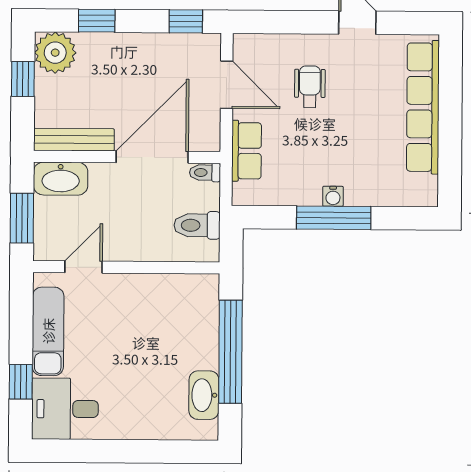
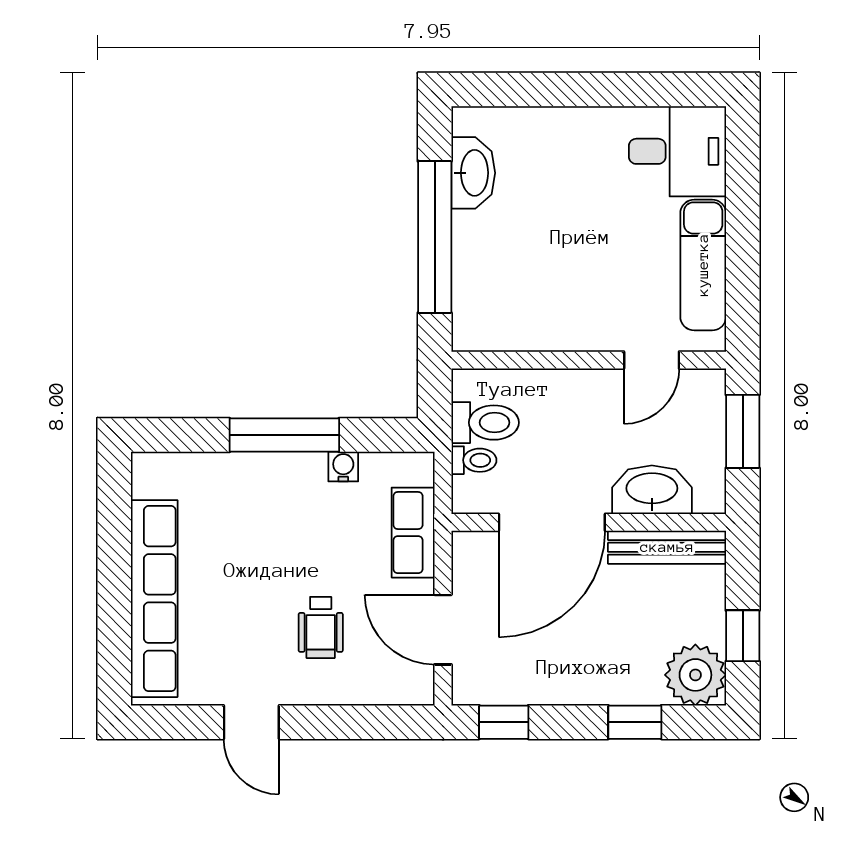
toilet: (205, 173) -> (474, 460), moved
washbasin: (61, 179) -> (652, 490), moved
water cooler: (333, 196) -> (343, 467), moved
window: (21, 382) -> (743, 191), removed

